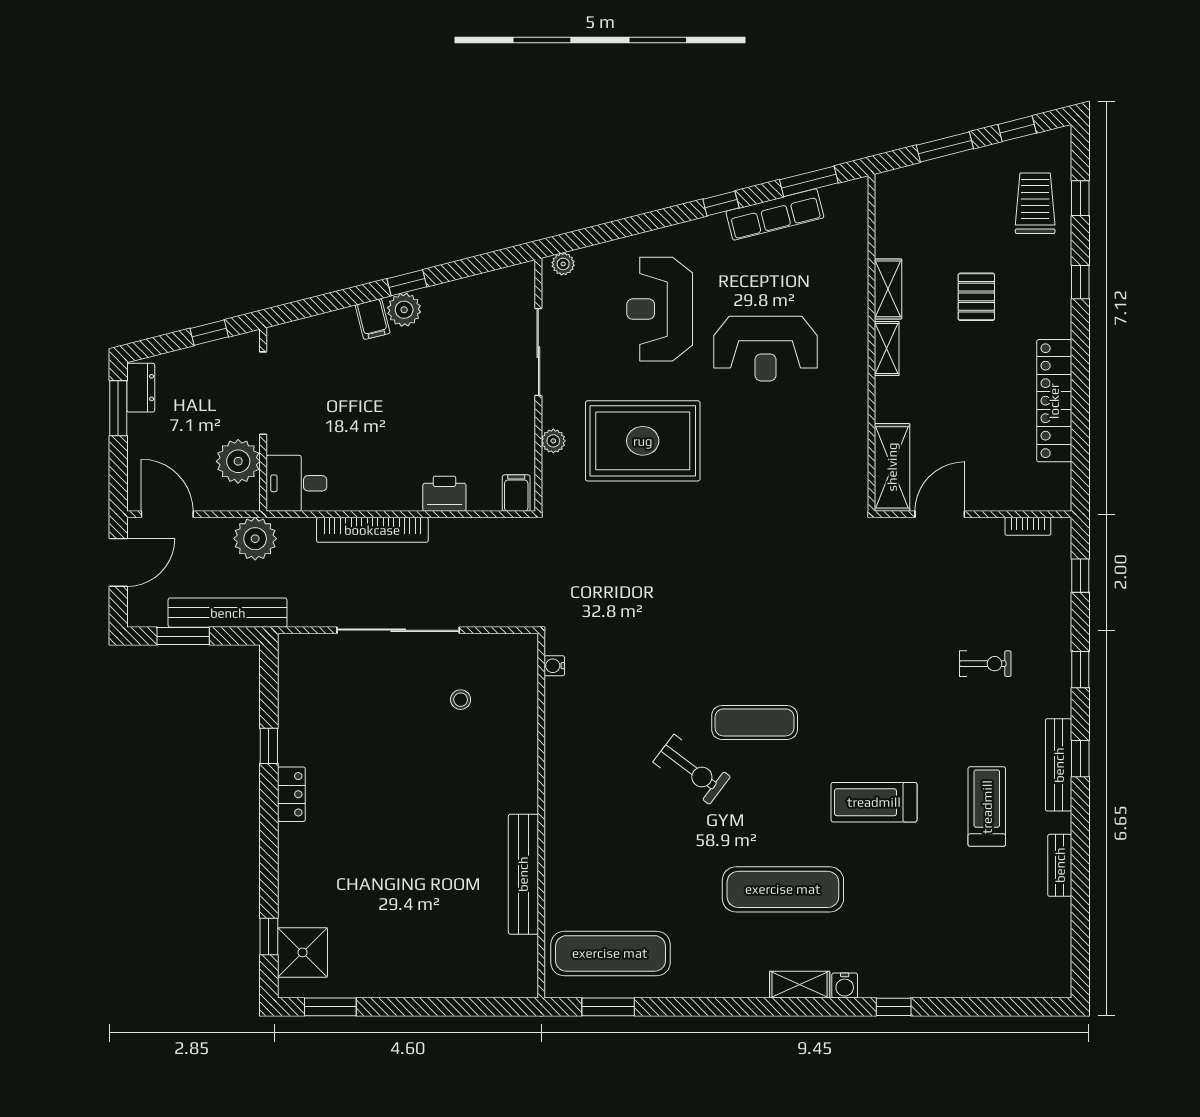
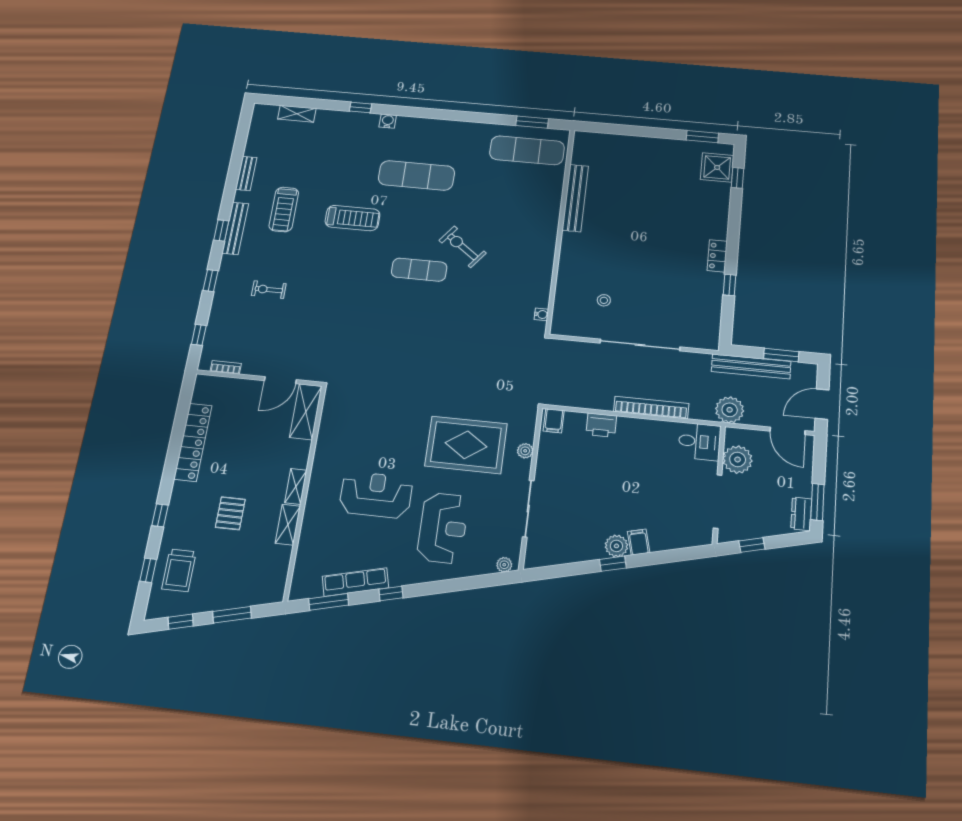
shelving: (800, 985) -> (297, 114), moved

